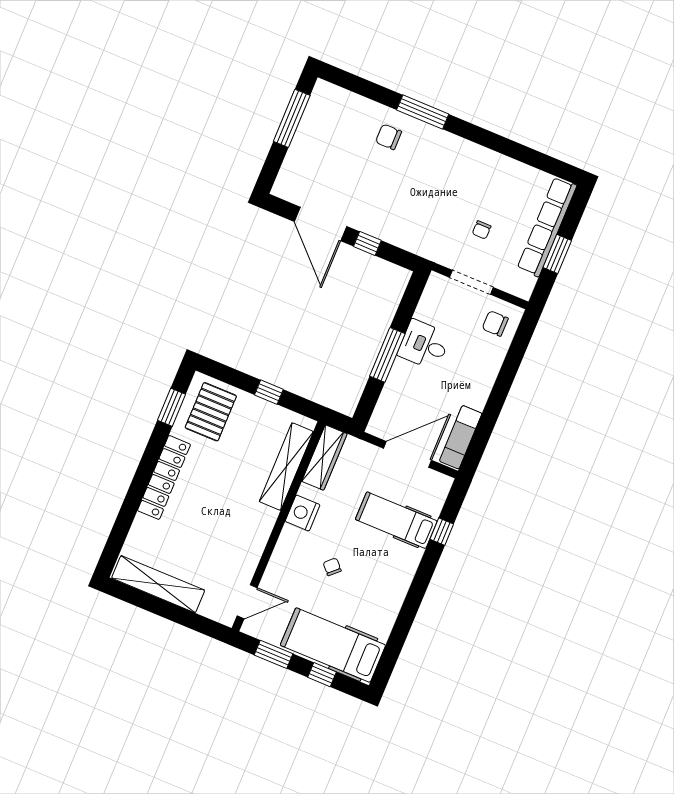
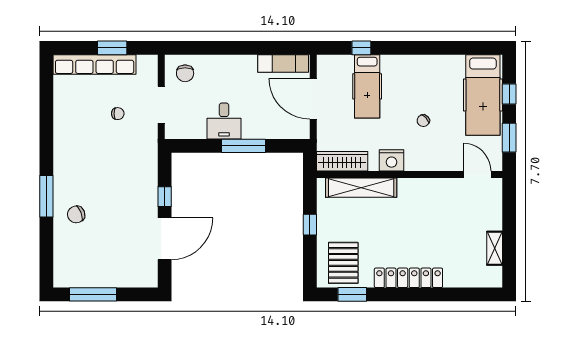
chair: (389, 137) -> (76, 214), turned 69
pallet: (211, 412) -> (343, 263), turned 90
shelving: (158, 584) -> (495, 248), width x0.45, depth x0.75

